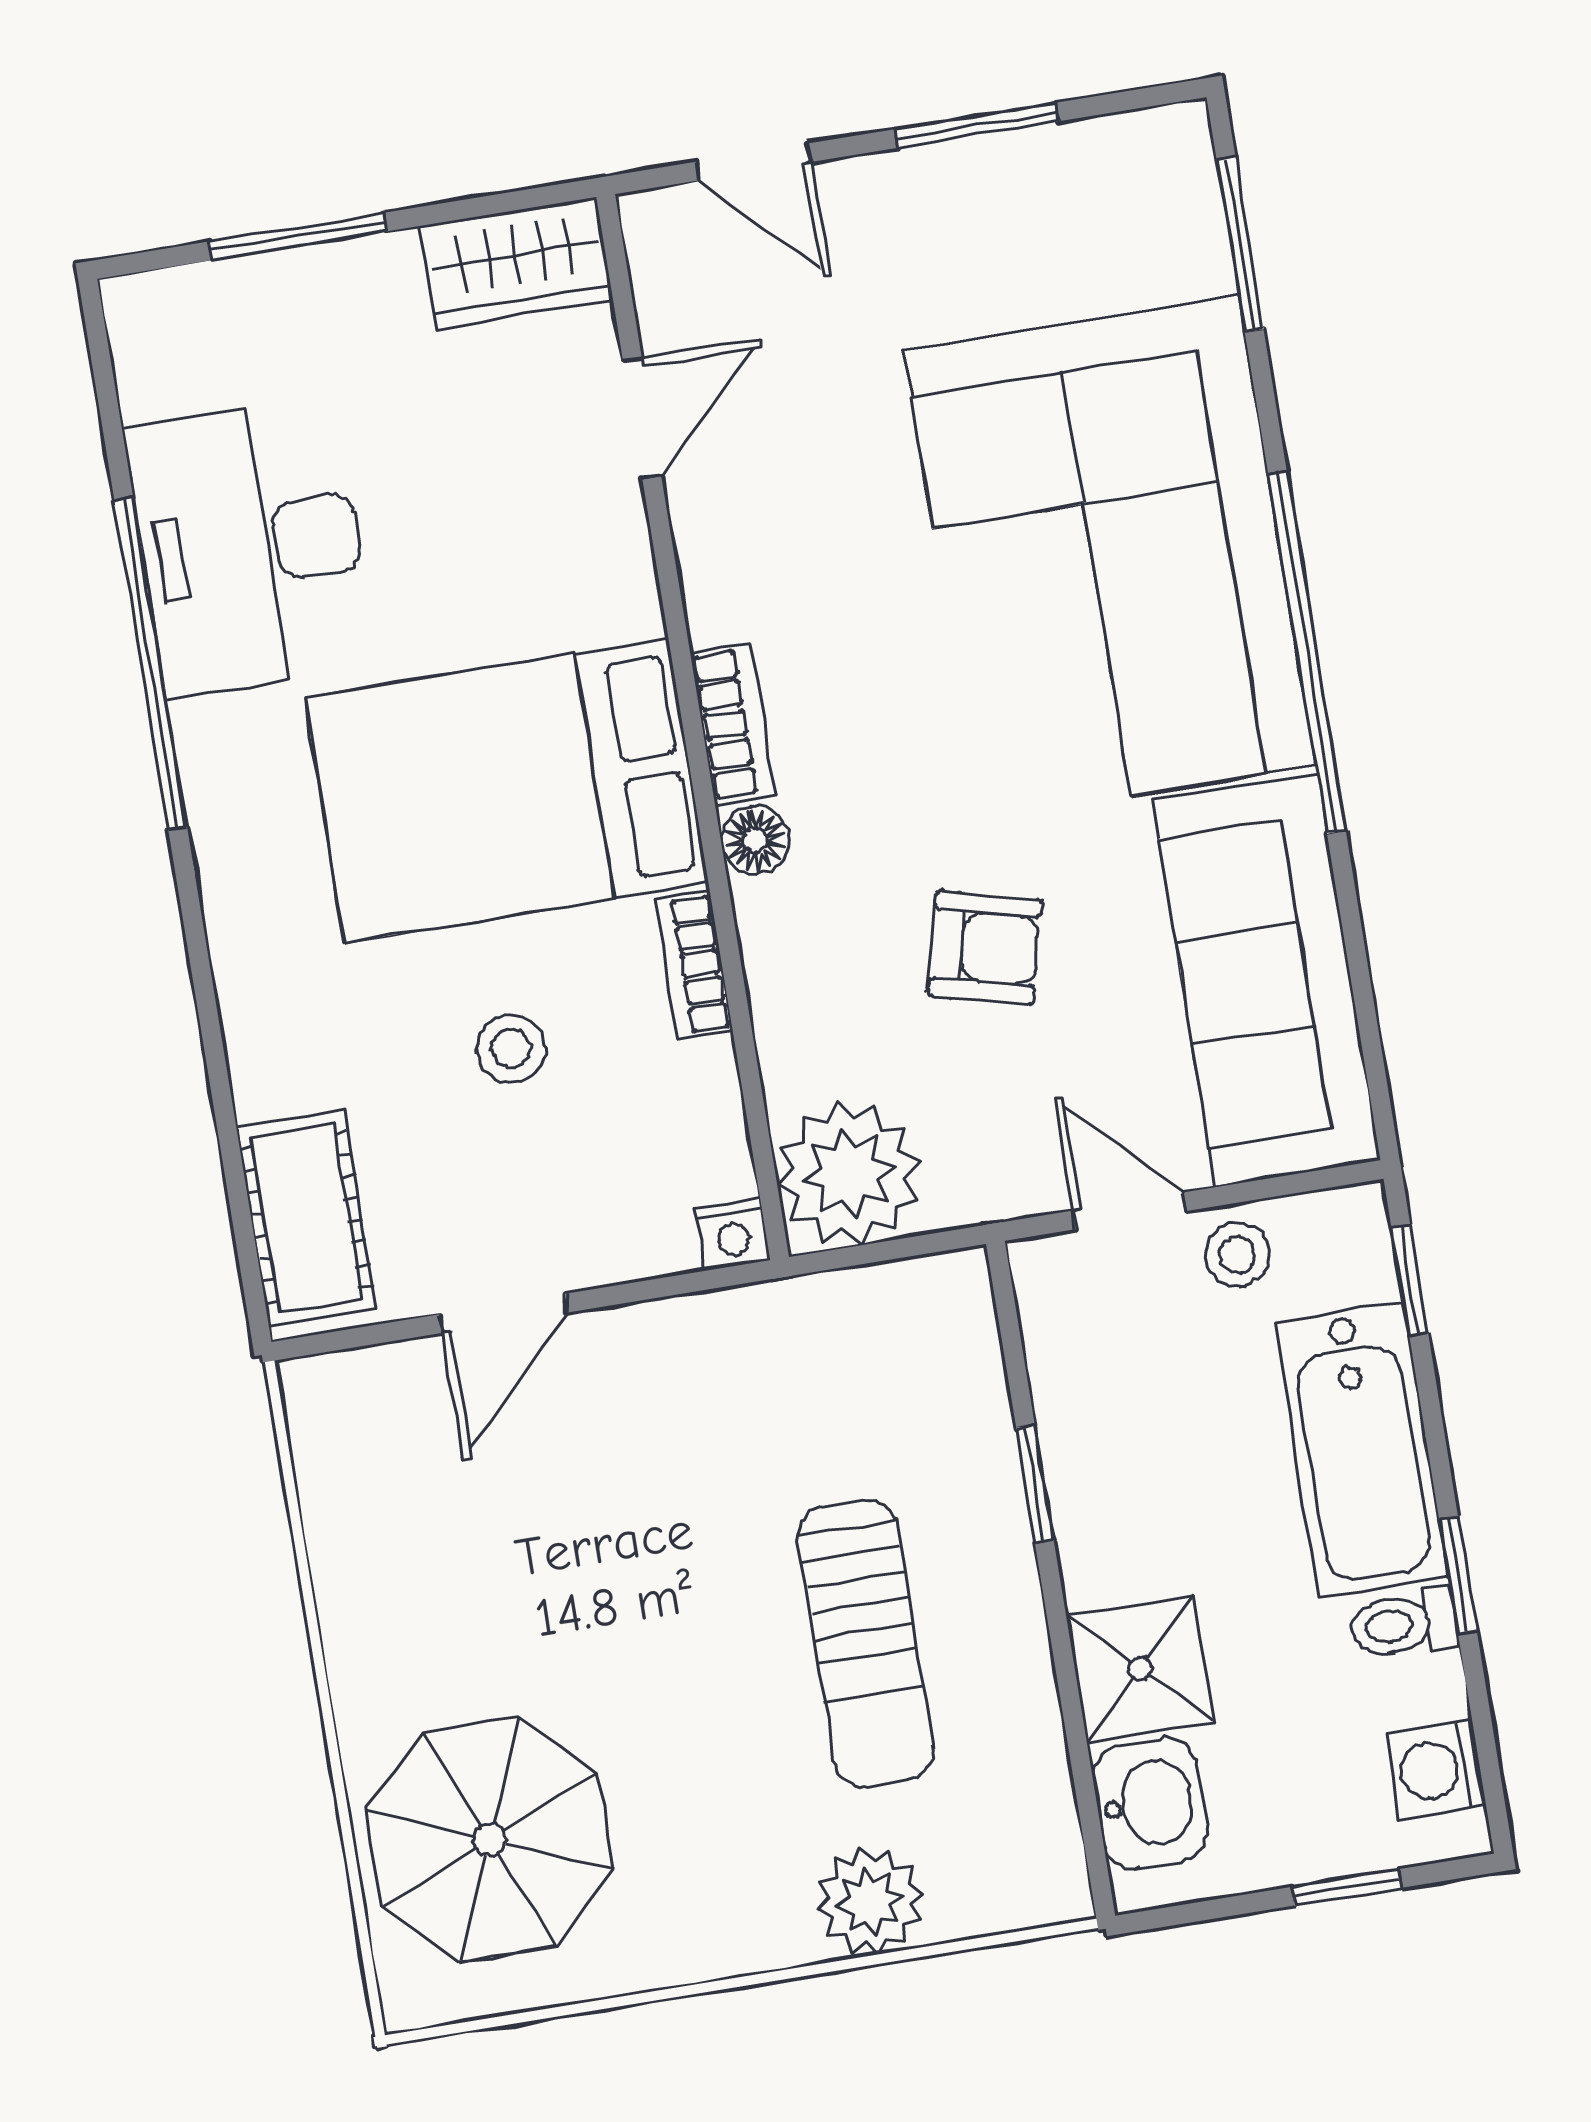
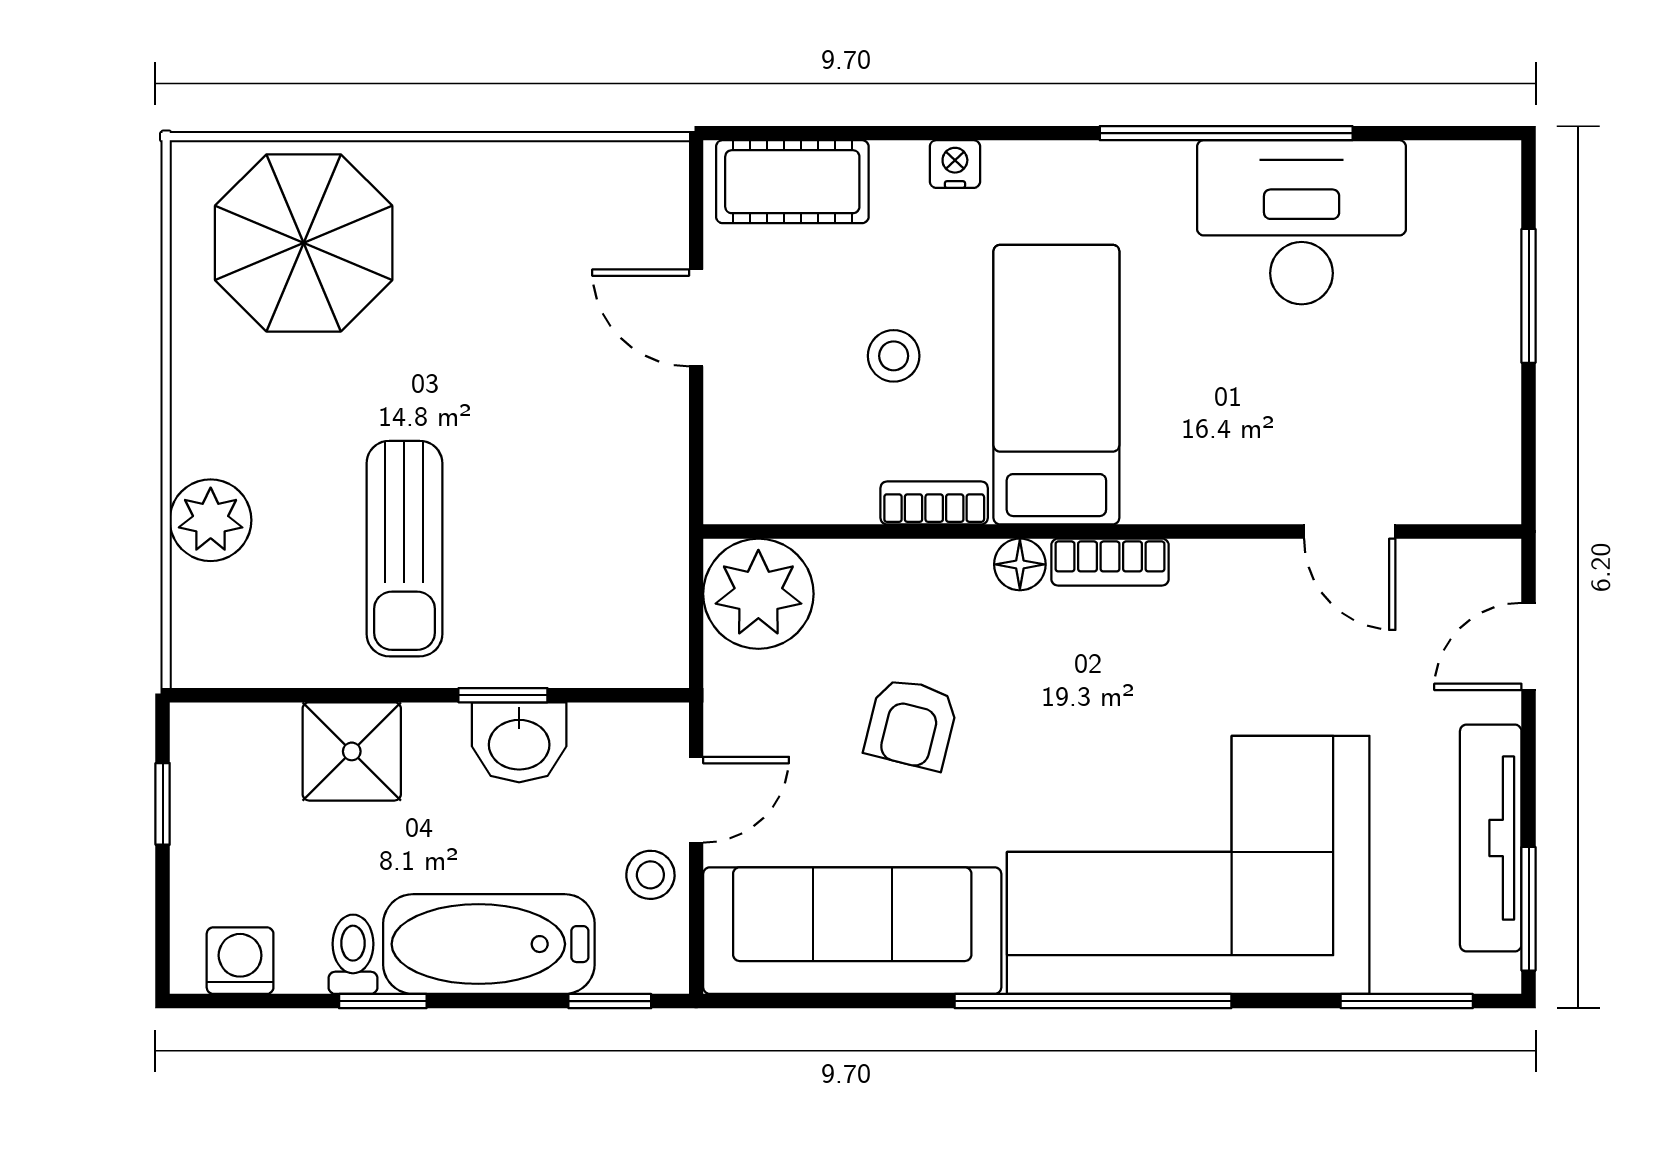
window: (976, 125) -> (1529, 909), moved
tv unit: (1010, 170) -> (1491, 838), added
wardrobe: (516, 263) -> (1482, 456), removed
bed: (507, 790) -> (1056, 385), width x0.67
nightstand: (733, 1235) -> (955, 164), moved, turned 90
sun lounger: (865, 1643) -> (404, 549), turned -90
washbasin: (1150, 1803) -> (519, 742), moved
window: (1346, 1887) -> (163, 804), moved

